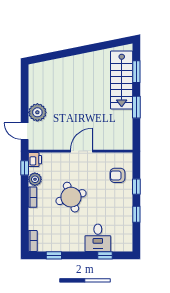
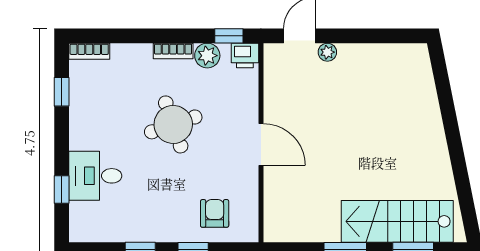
plant: (37, 112) -> (327, 52), width x0.53, depth x0.53

